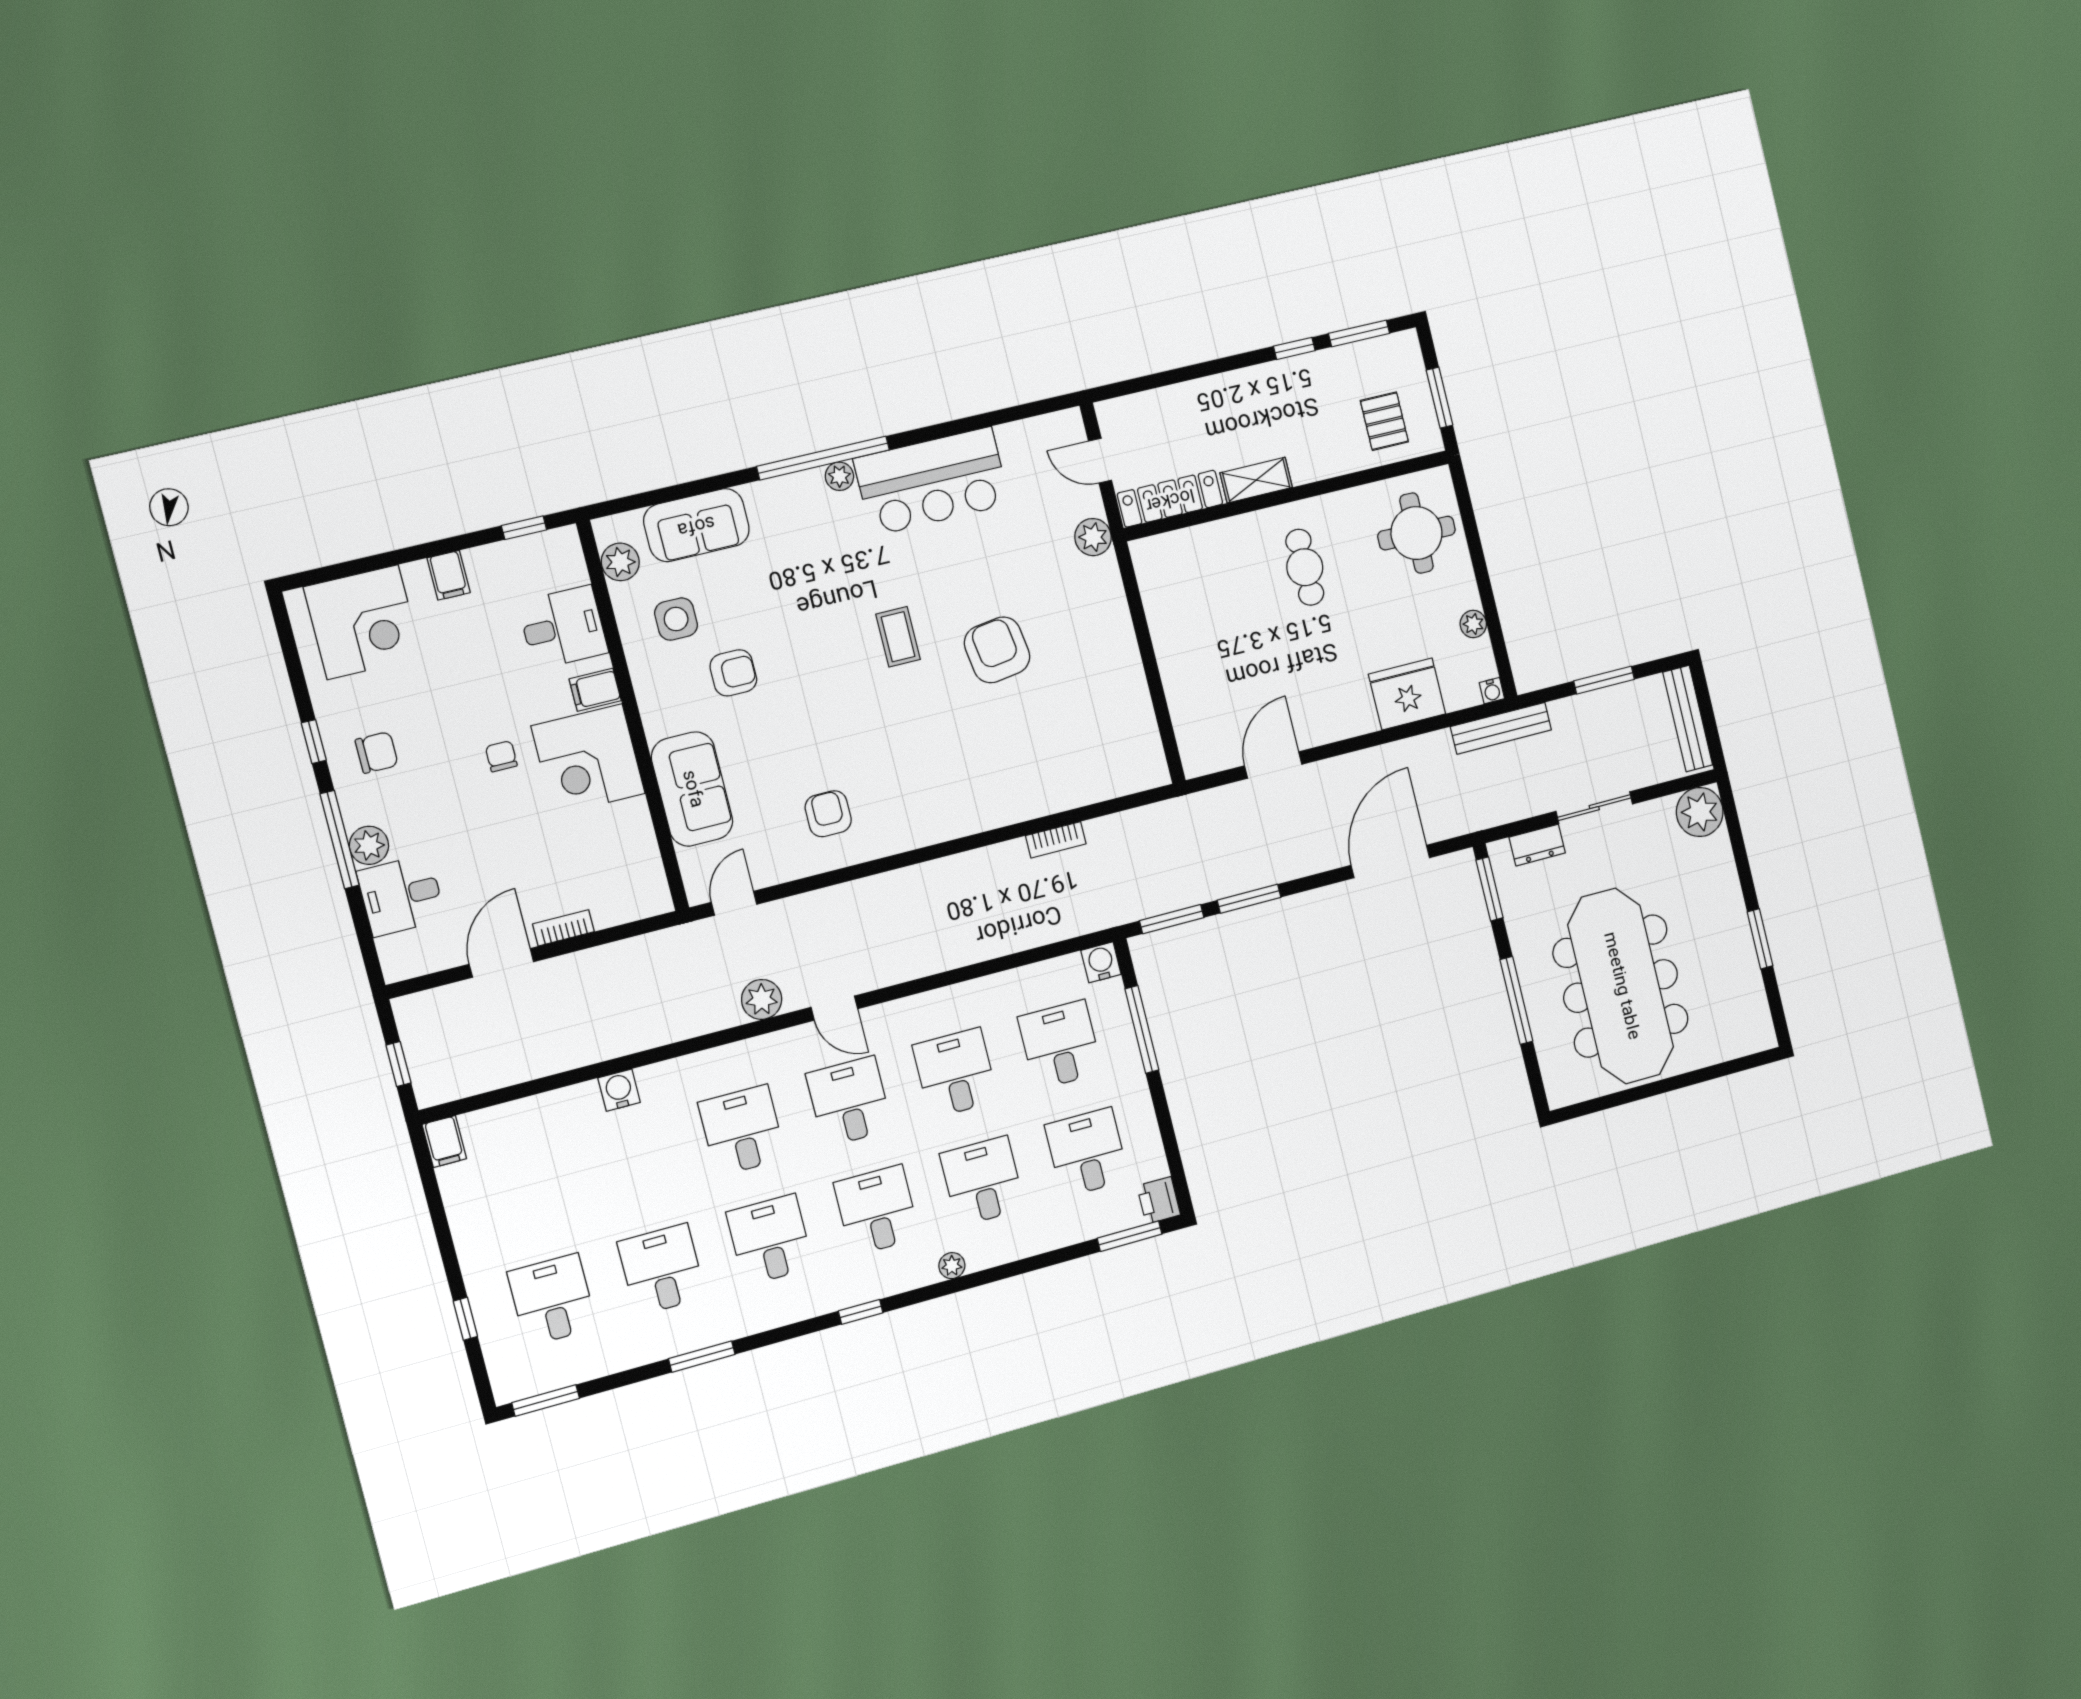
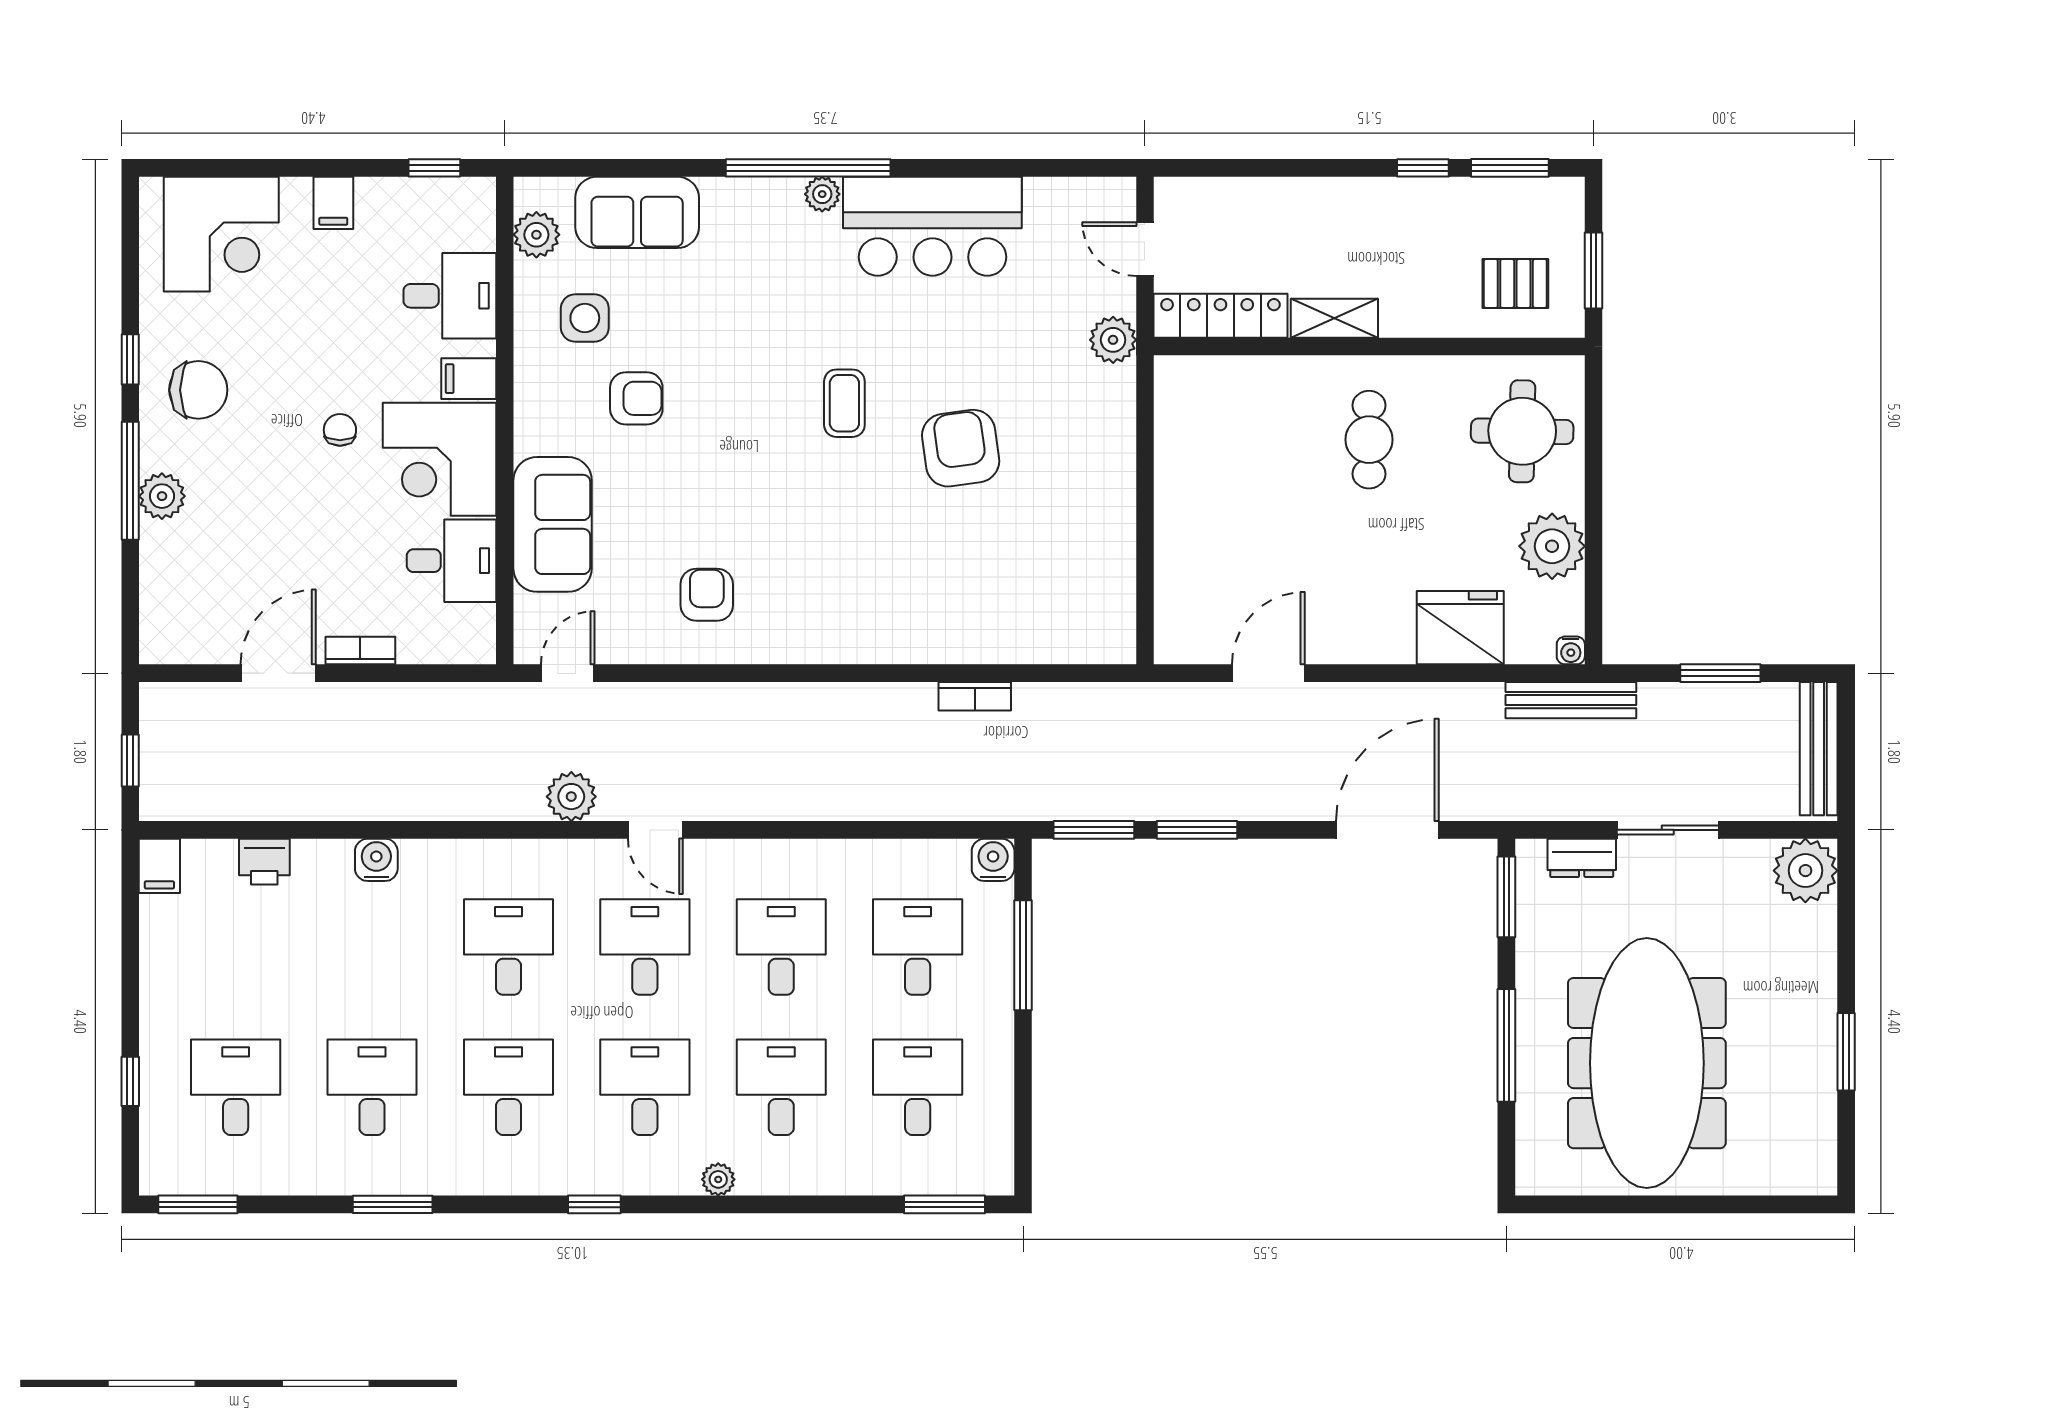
pallet: (1384, 421) -> (1515, 283), turned 90
plant: (1473, 624) -> (1552, 546), width x1.88, depth x1.88
chair: (377, 752) -> (198, 390), width x1.37, depth x1.37
desk: (401, 895) -> (451, 561), moved, turned 180
printer: (1159, 1200) -> (264, 862), moved, turned -90

